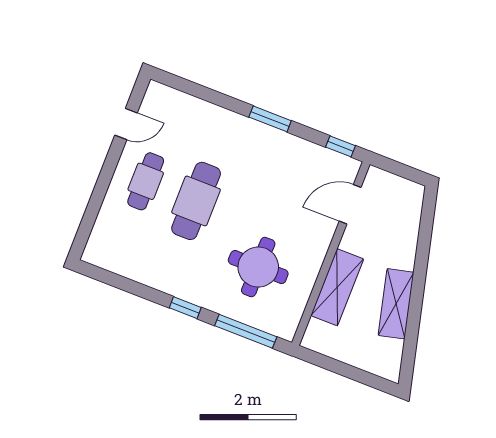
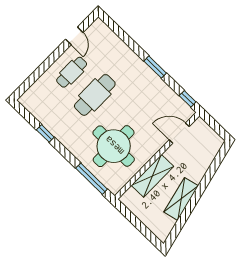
door: (126, 124) -> (74, 36), hinge flipped
round table: (258, 267) -> (114, 146), width x1.36, depth x1.36
window: (185, 308) -> (45, 133), moved

